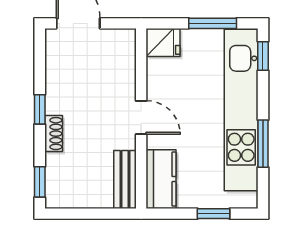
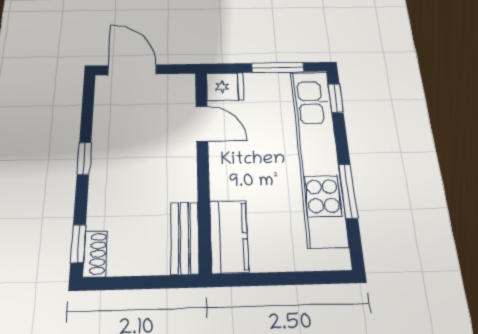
door: (141, 117) -> (202, 124), moved
shoe rack: (54, 134) -> (95, 254), moved
window: (213, 214) -> (297, 278), removed

